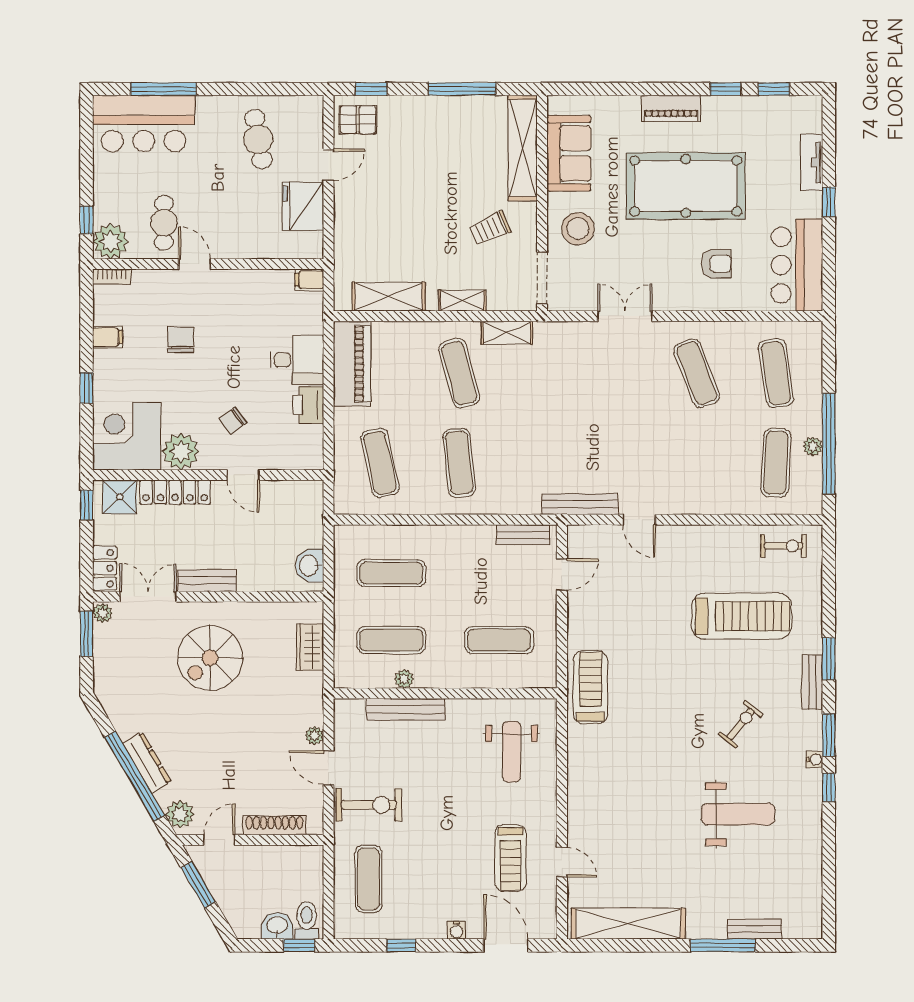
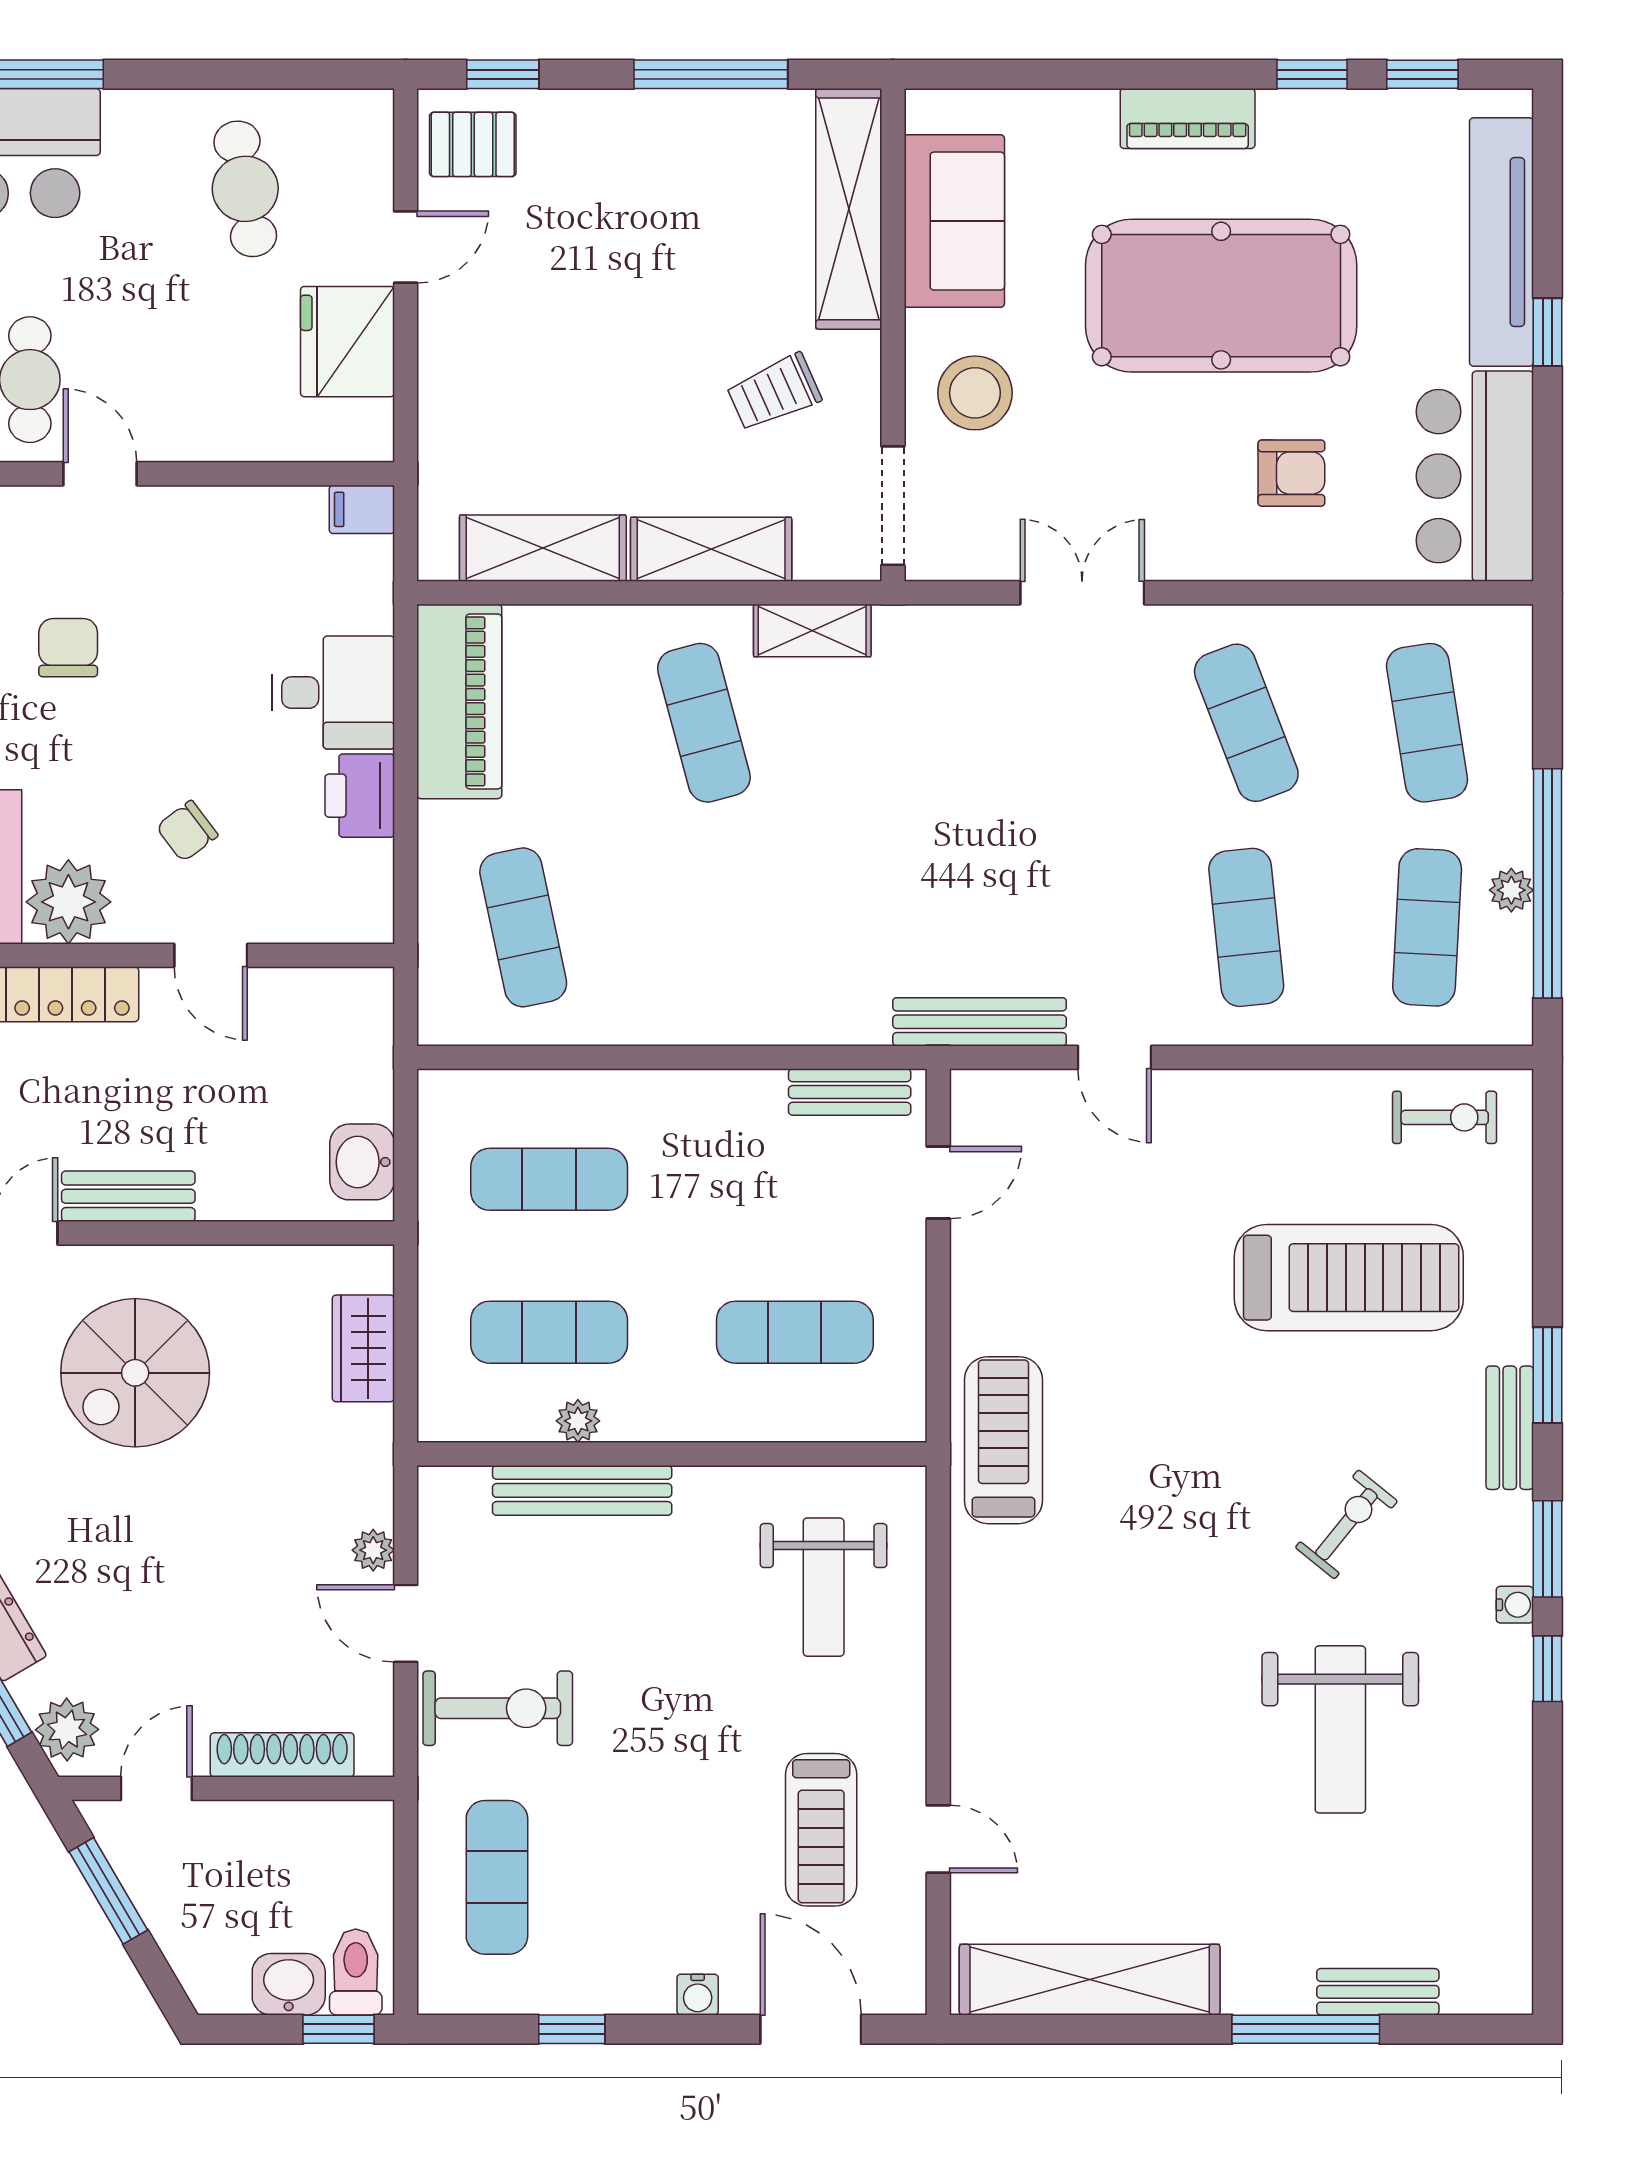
tv unit: (812, 162) -> (1501, 242), width x1.92, depth x1.29
shelving: (462, 301) -> (711, 549), width x1.50, depth x1.33
exercise mat: (459, 463) -> (1246, 927), moved
weight bench: (738, 814) -> (1340, 1729), turned 90

